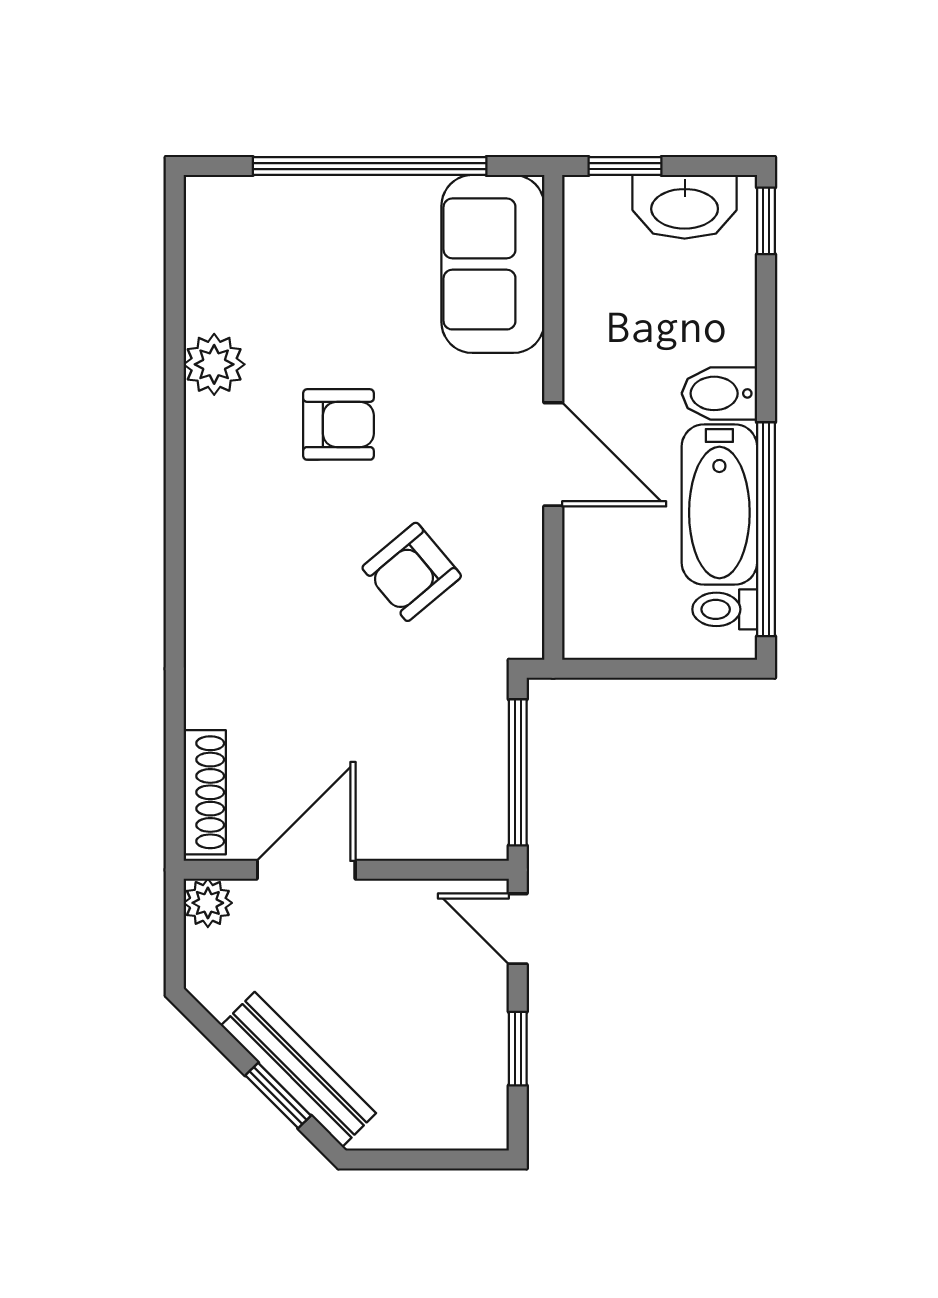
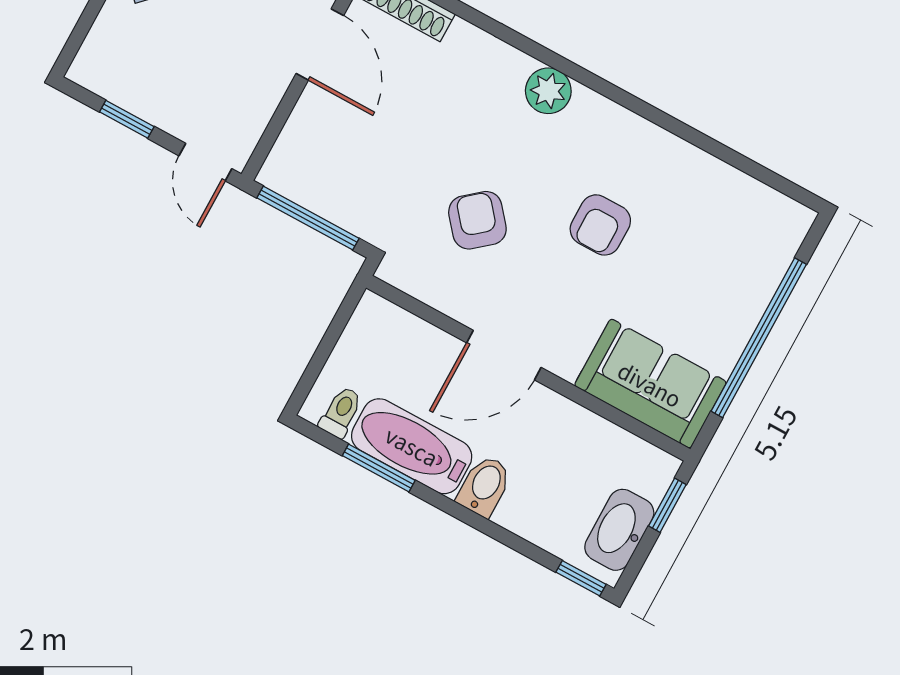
plant: (214, 364) -> (548, 91), moved
window: (766, 529) -> (379, 468), width x0.47
door: (518, 929) -> (205, 162), swing flipped

